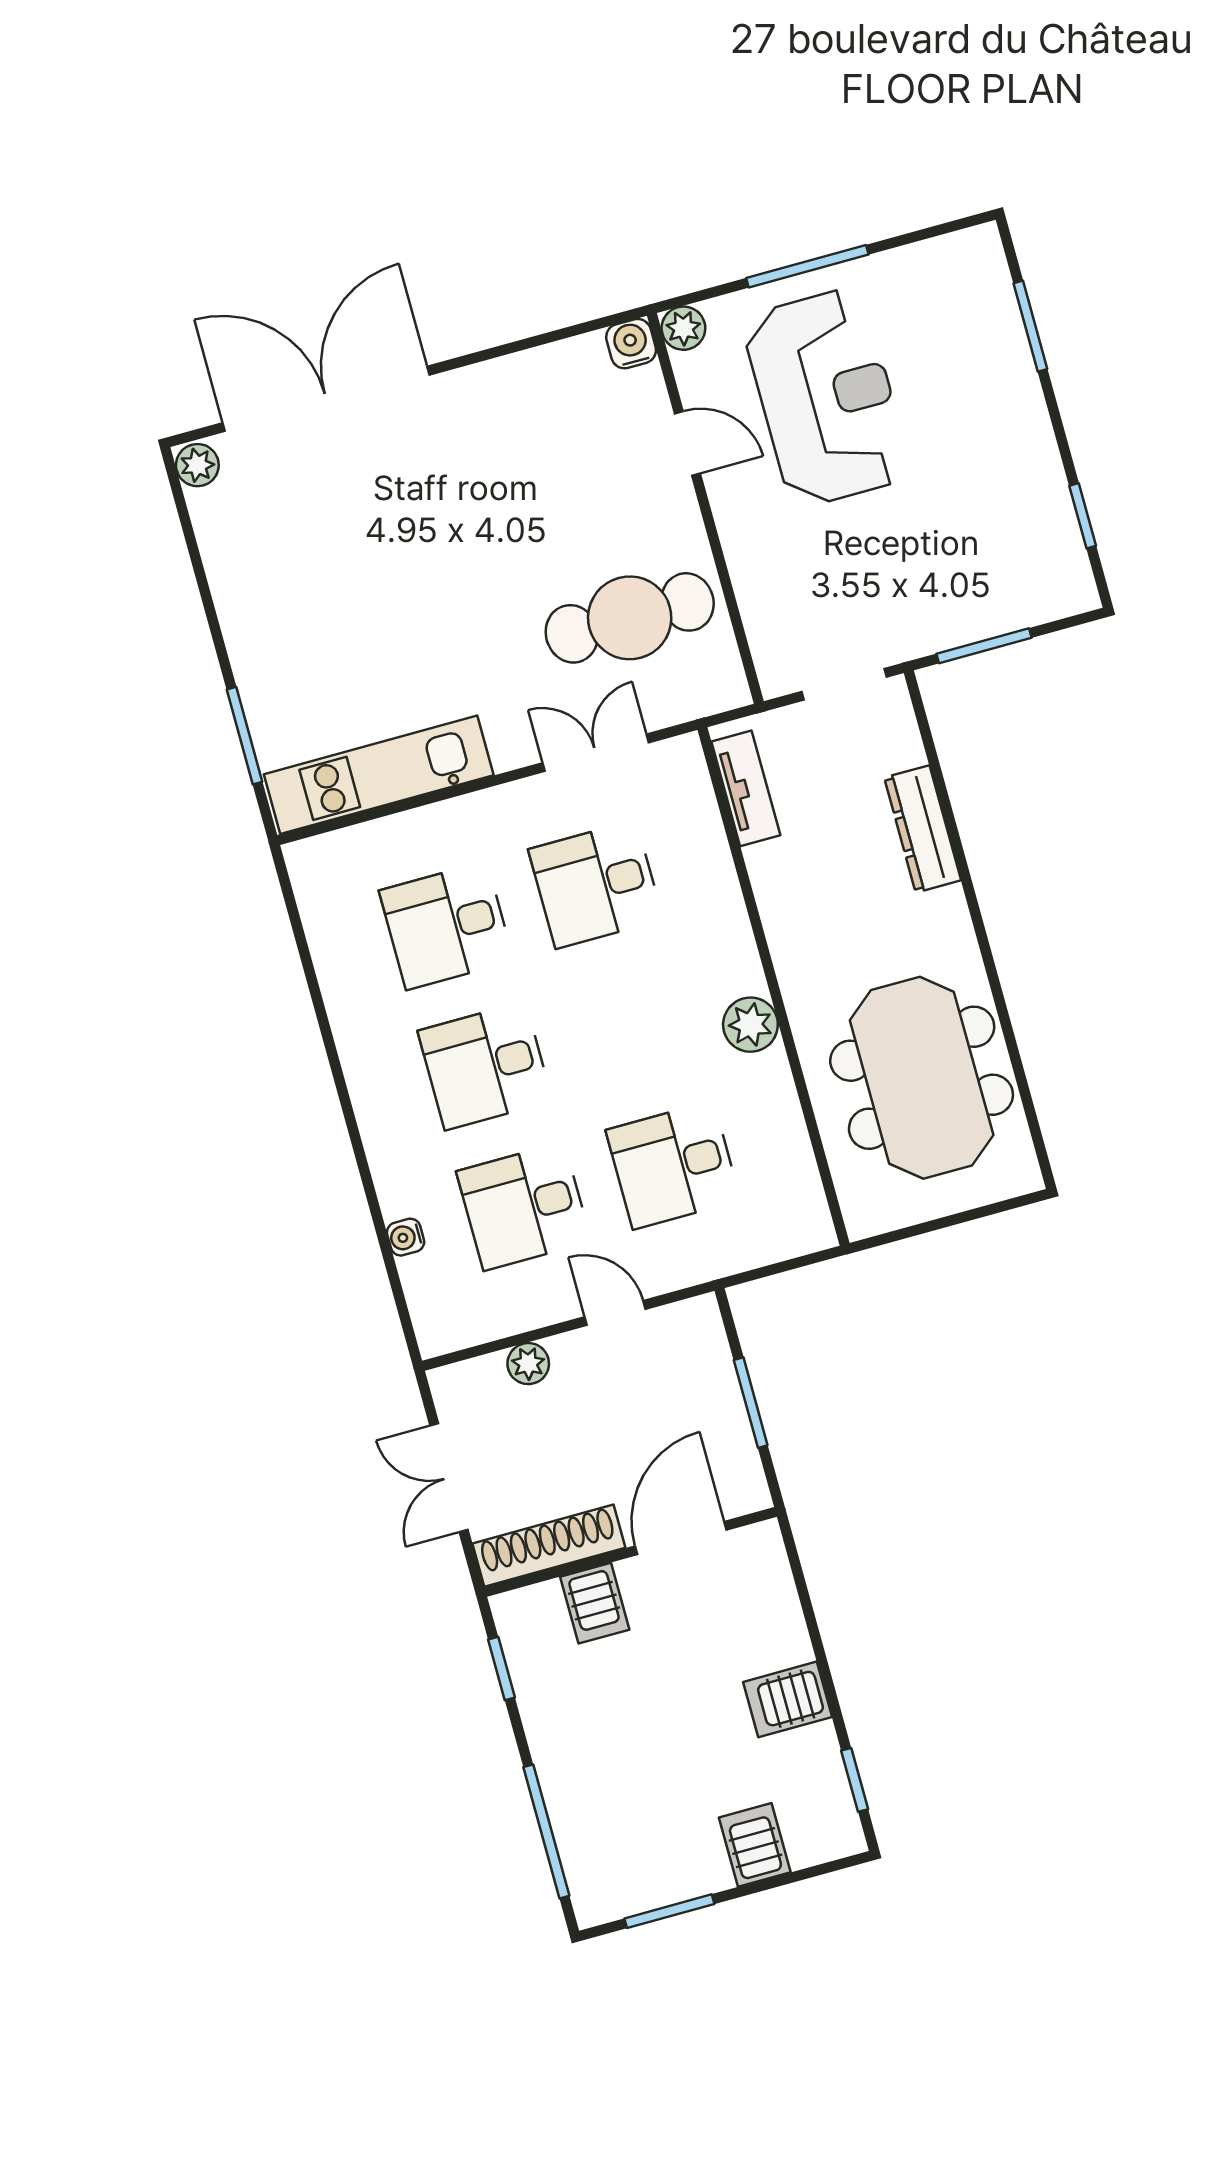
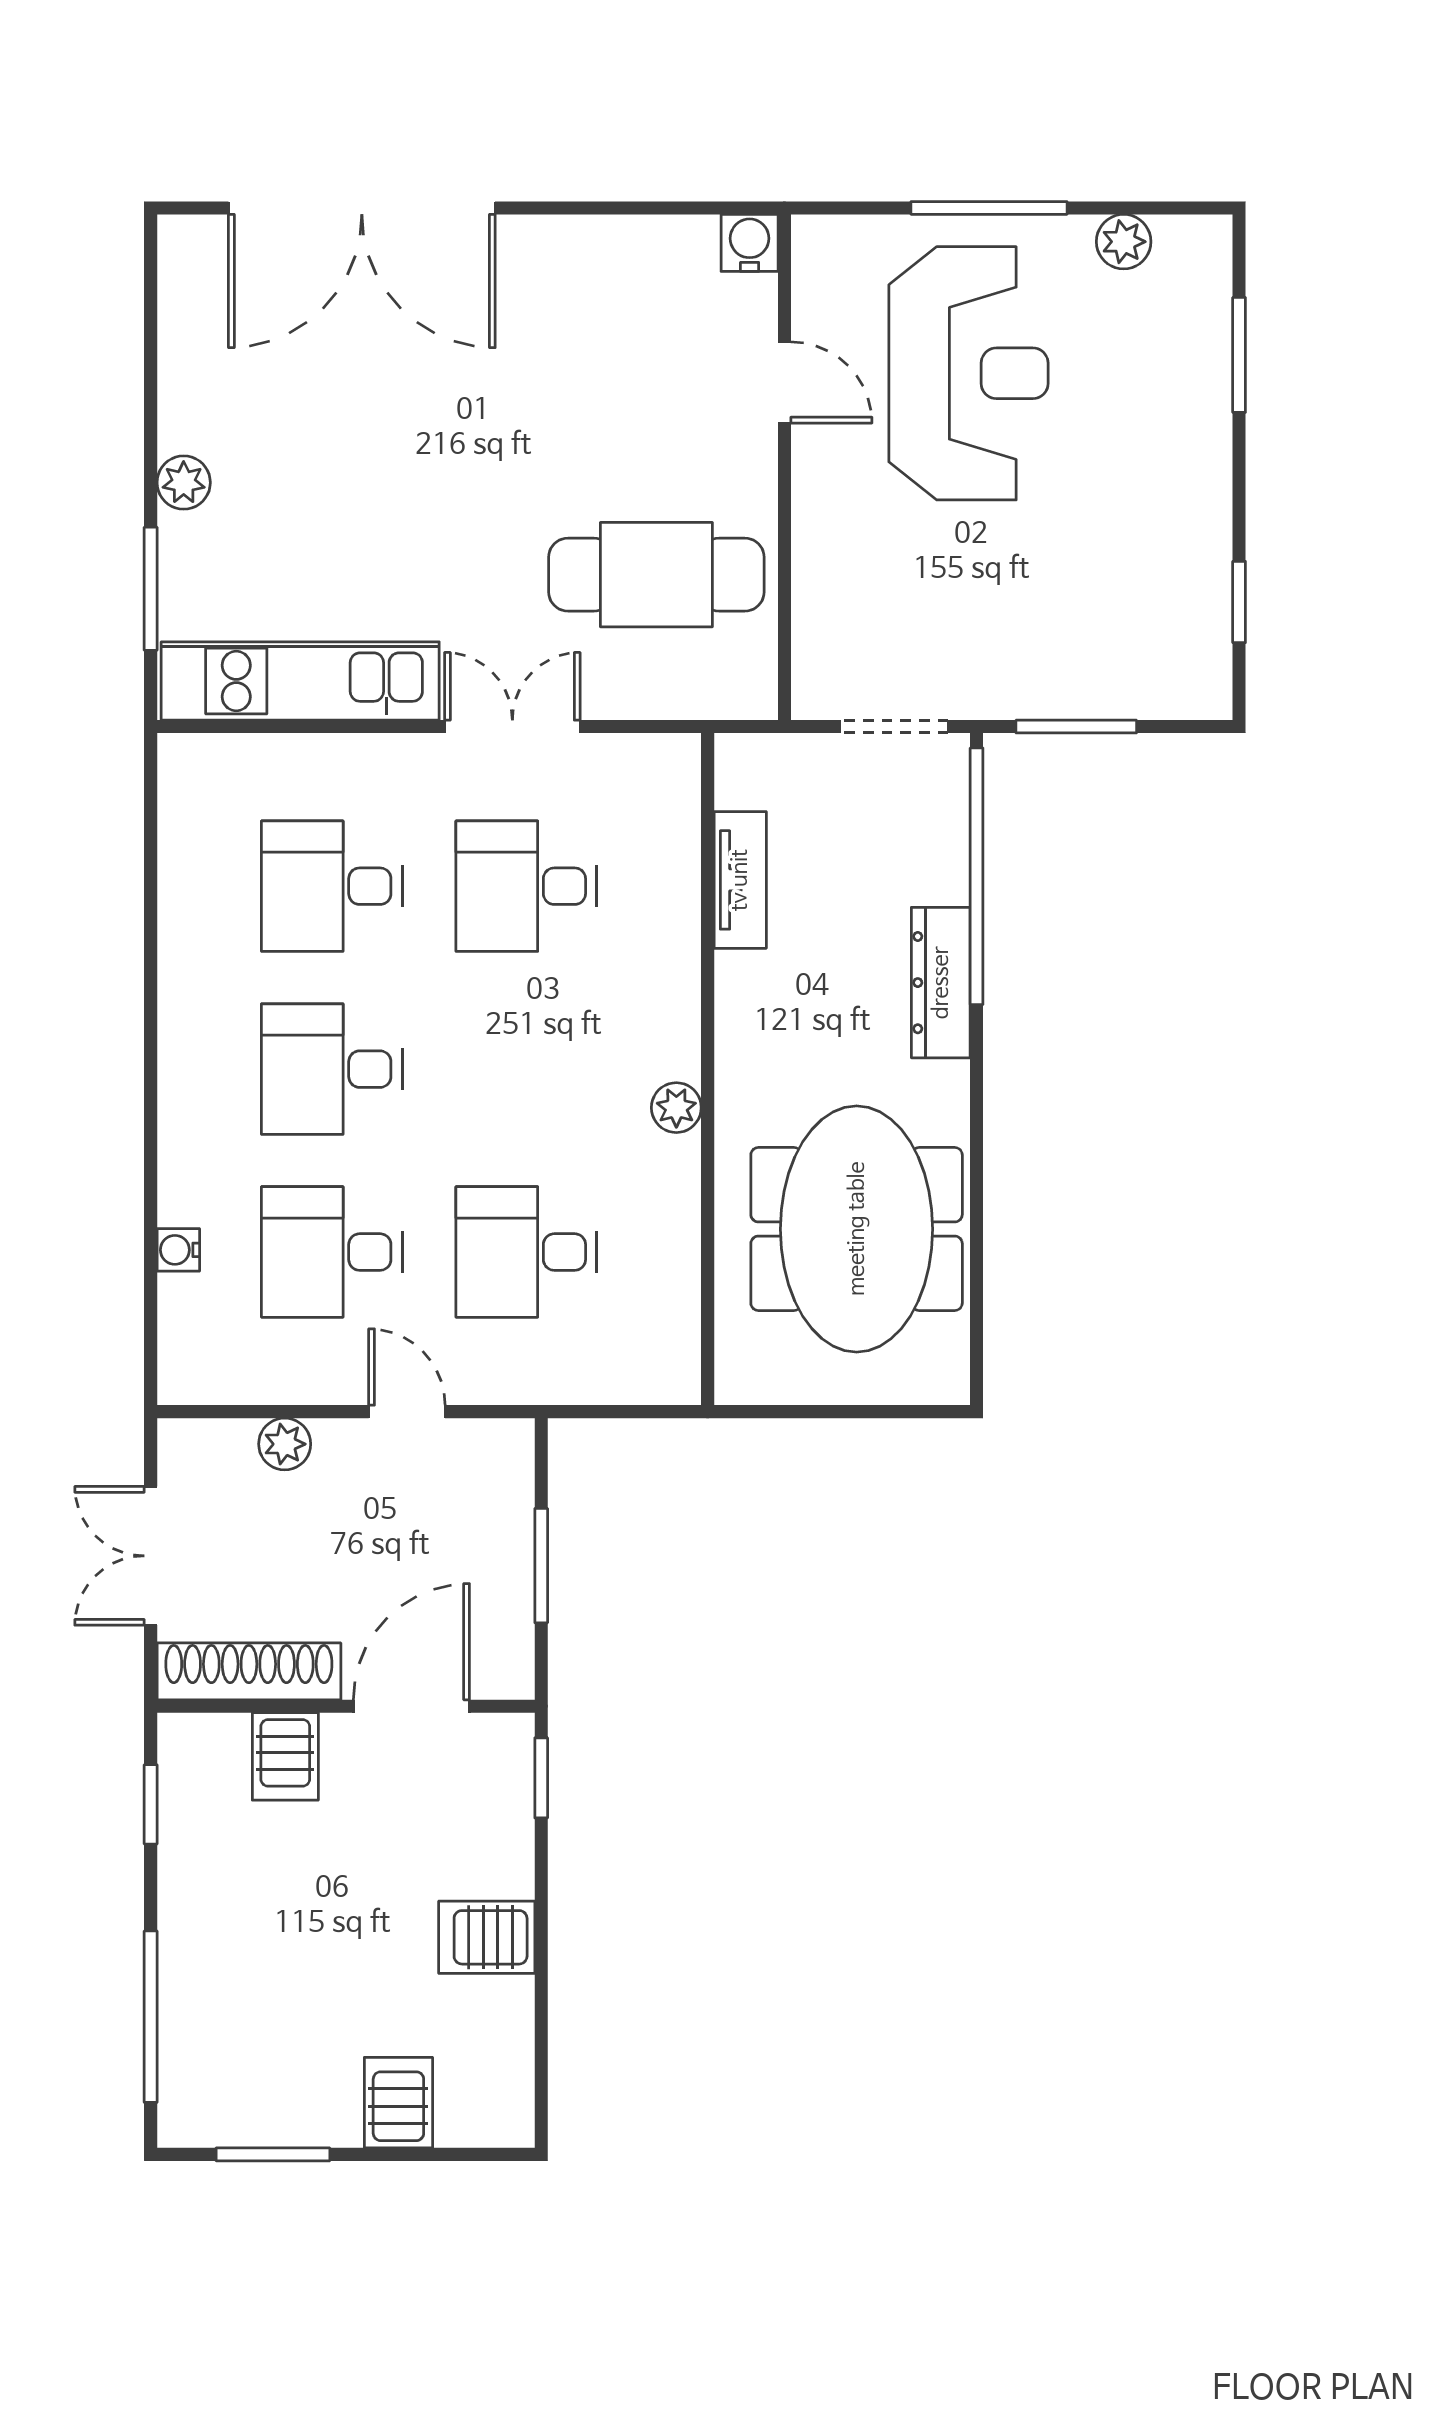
plant: (683, 328) -> (1124, 242), moved
double door: (326, 399) -> (362, 208), swing flipped
plant: (197, 465) -> (184, 483), moved
double door: (596, 753) -> (512, 727), moved
window: (939, 782) -> (977, 876), added
tv unit: (746, 788) -> (740, 880), moved
dresser: (923, 829) -> (941, 983), moved
plant: (750, 1025) -> (676, 1108), width x0.73, depth x0.73
window: (855, 1780) -> (541, 1778), moved

